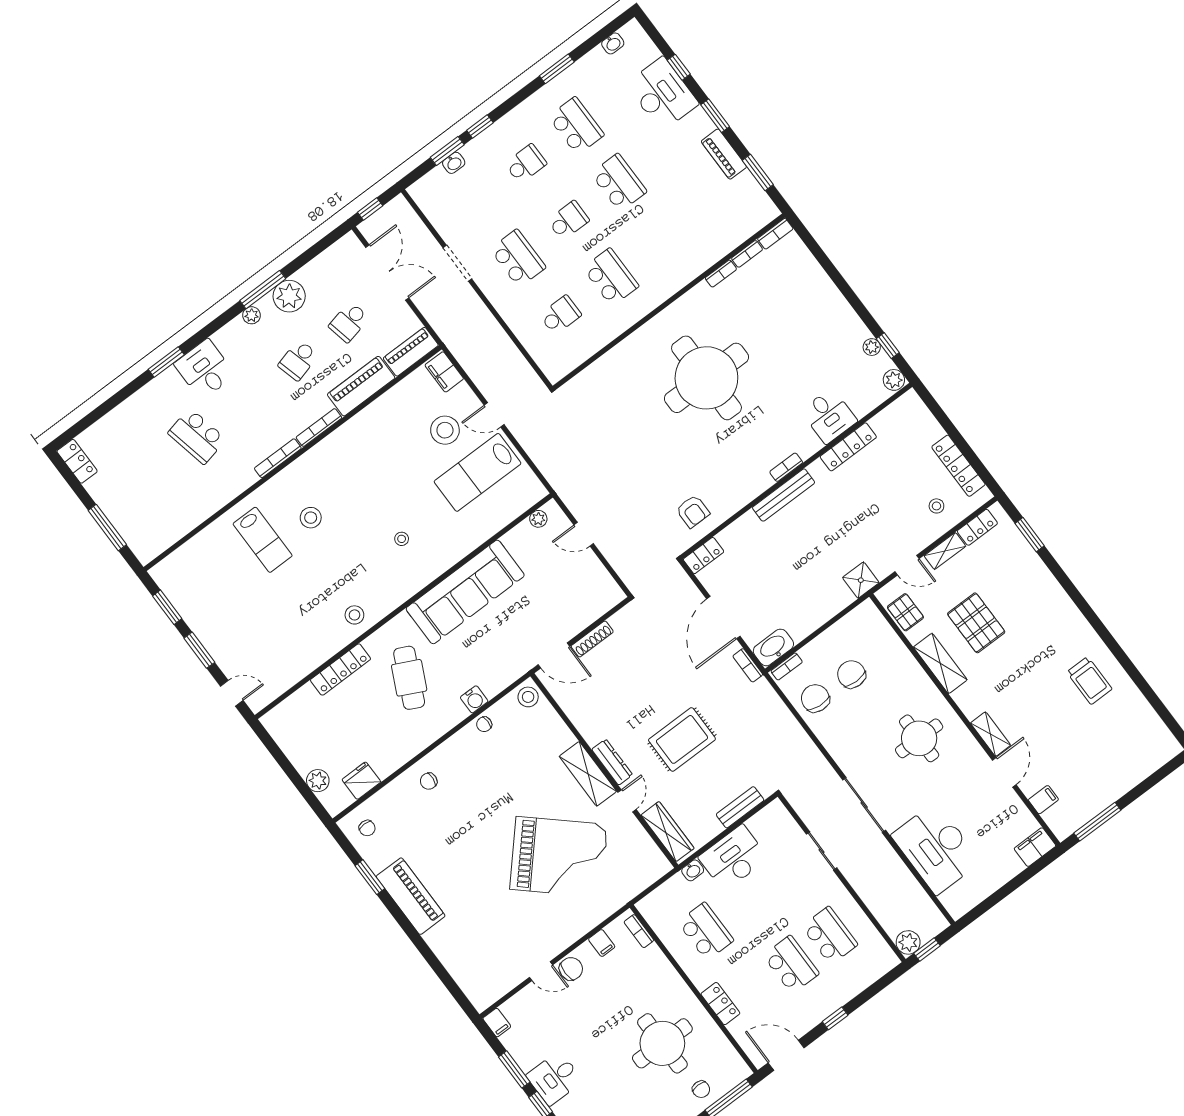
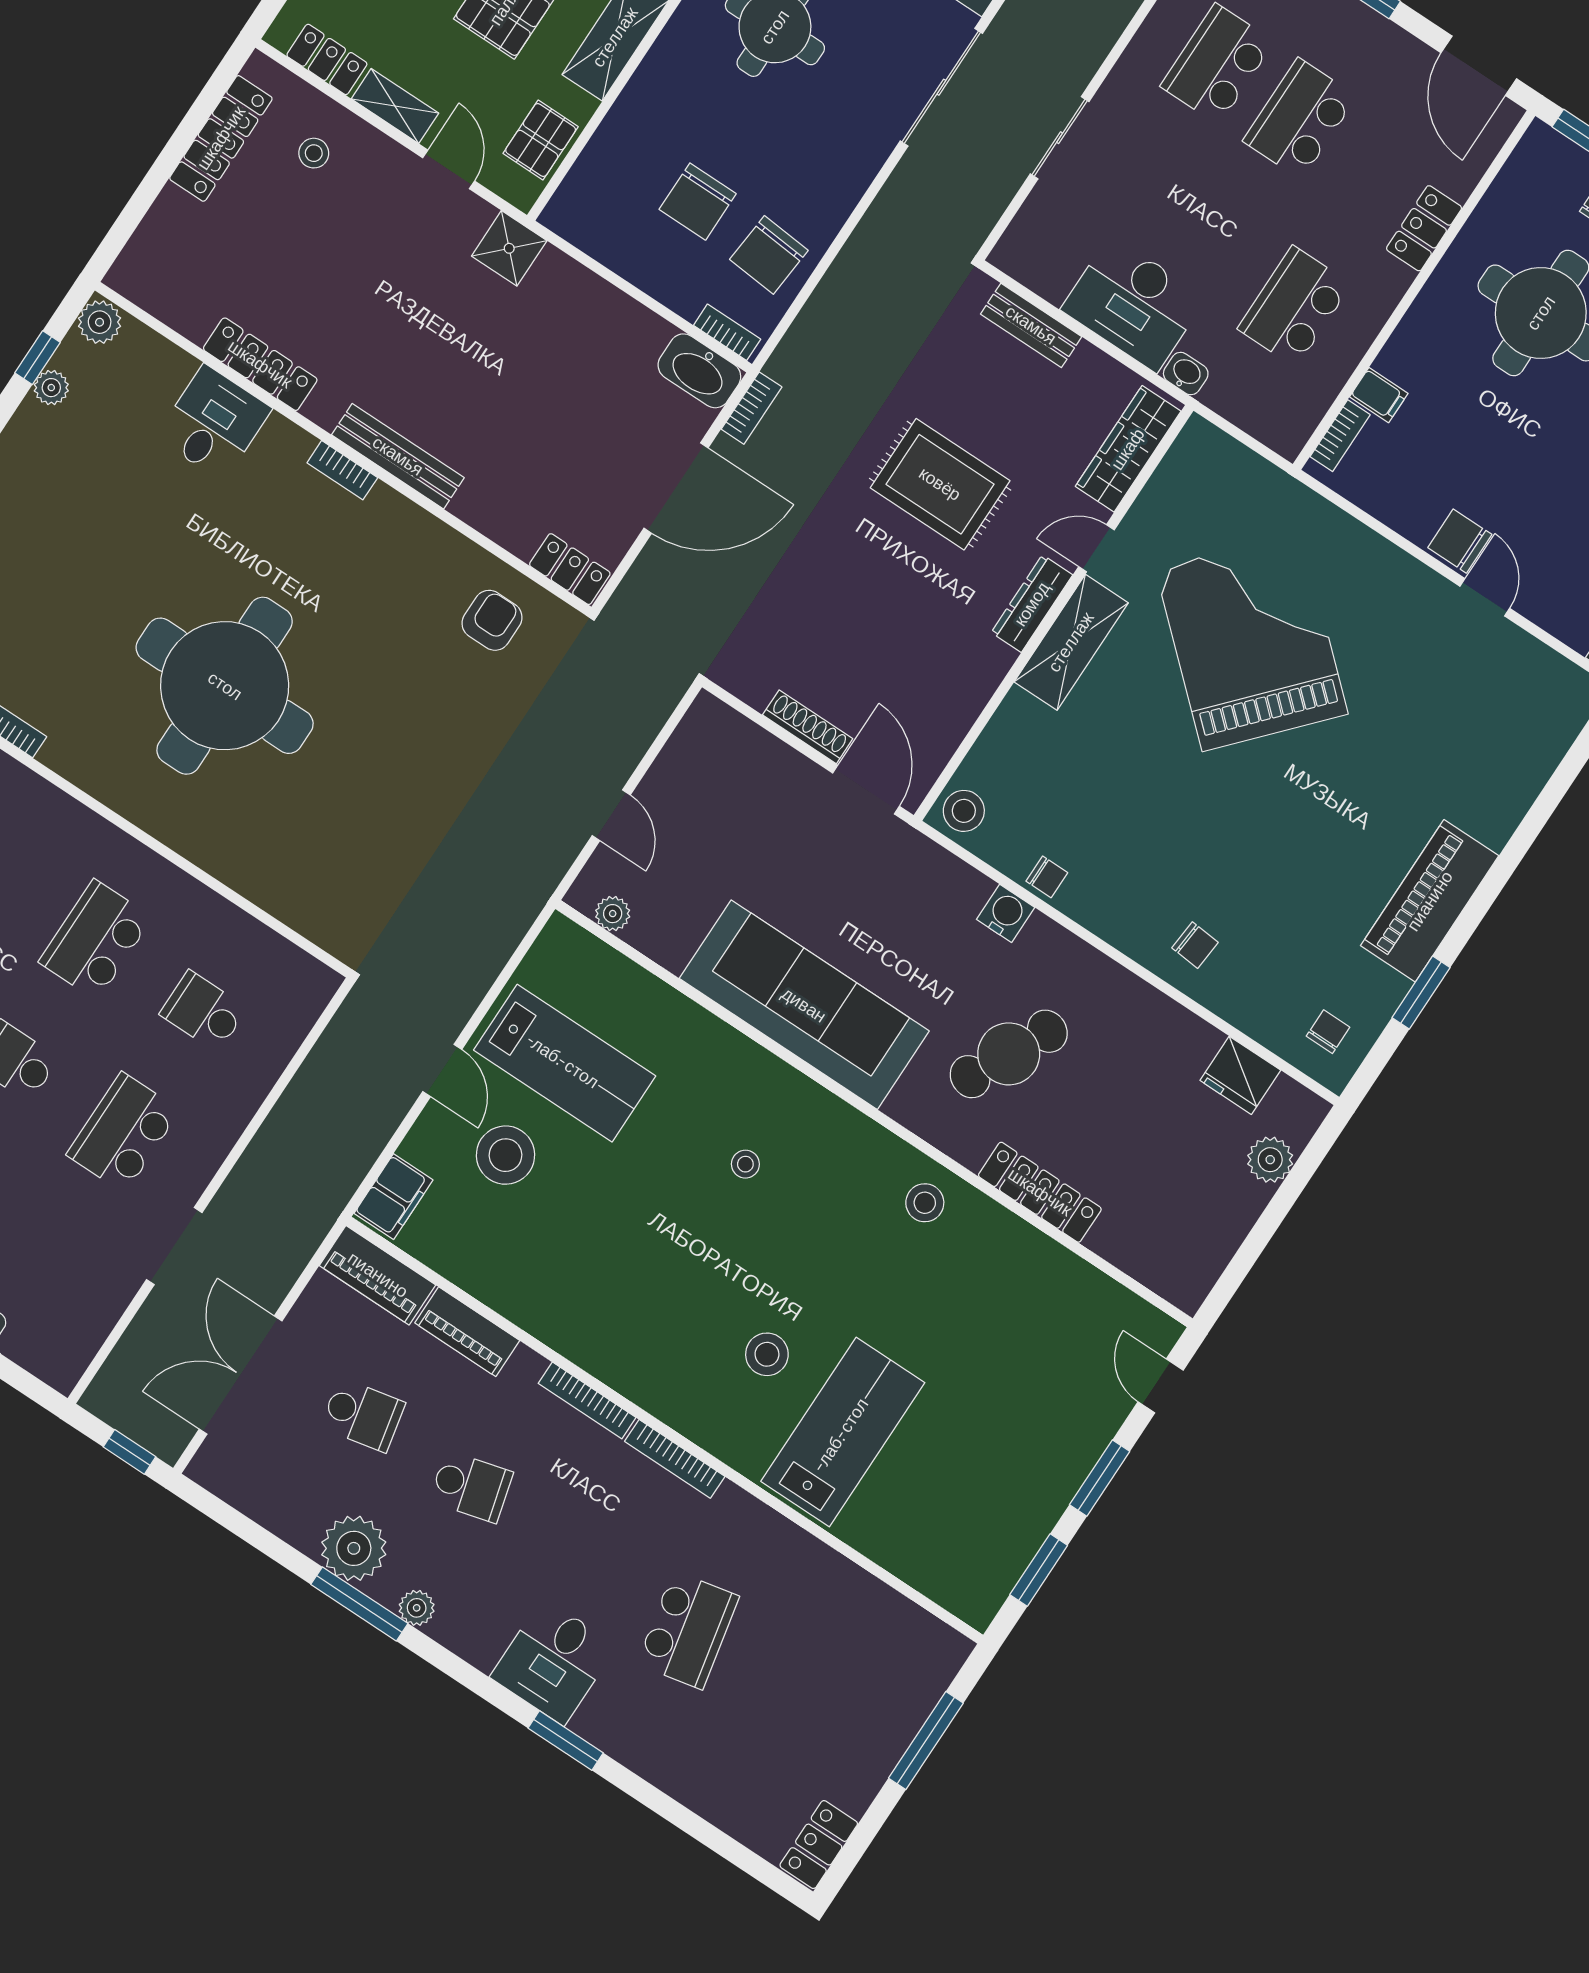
piano: (361, 386) -> (467, 1332), width x0.73, depth x0.75
lab bench: (263, 540) -> (843, 1432), width x1.36, depth x1.39
filing cabinet: (602, 943) -> (1379, 395), moved, turned 90

